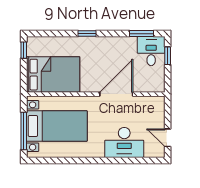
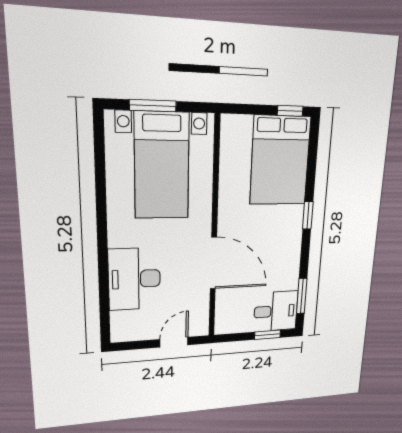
bed: (53, 75) -> (280, 161), moved
window: (24, 131) -> (153, 106), width x0.69
door: (168, 138) -> (174, 342), moved

